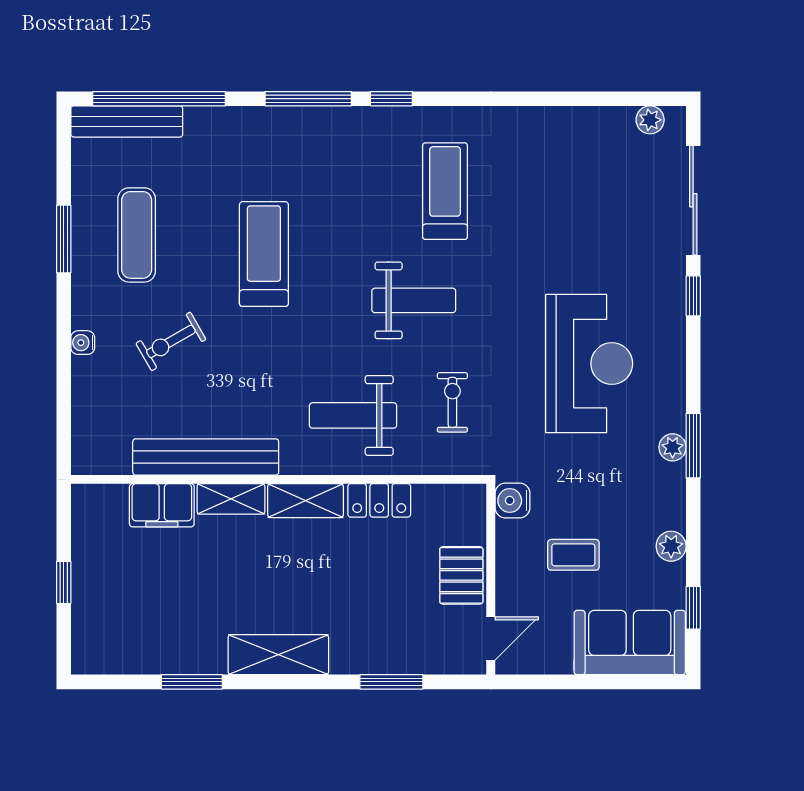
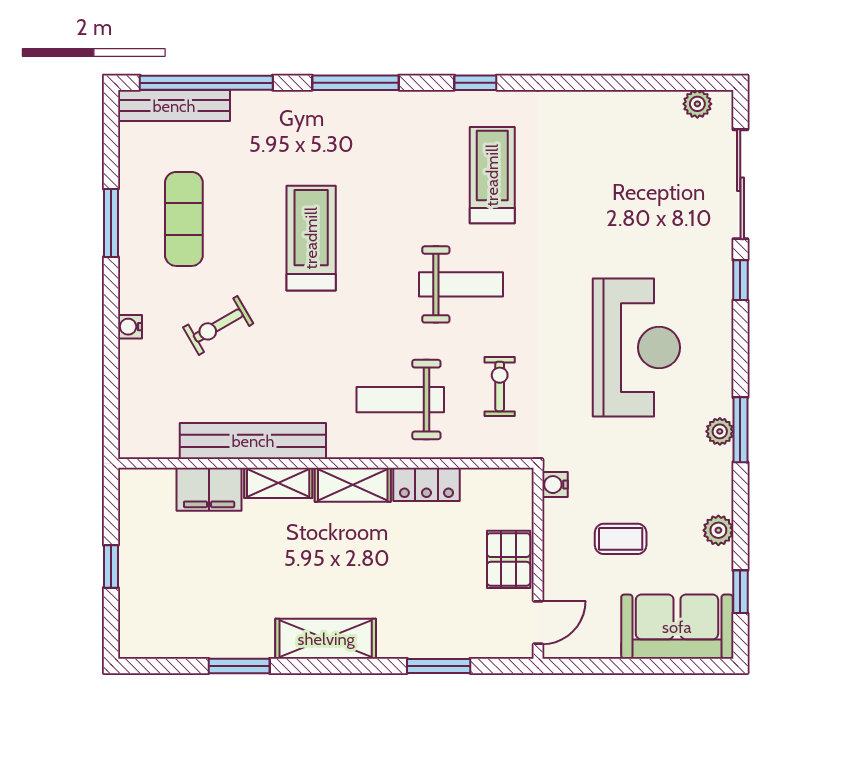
window: (391, 99) -> (475, 83), moved
water cooler: (512, 500) -> (555, 485), width x0.72, depth x0.72

